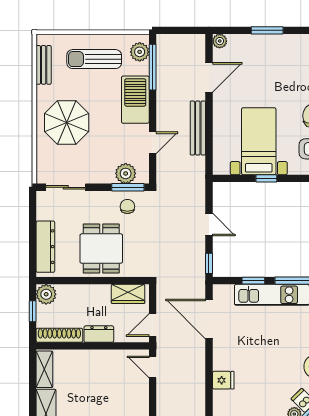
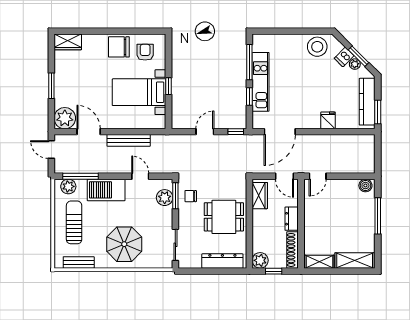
door: (186, 30) -> (51, 150), added
plant: (220, 41) -> (65, 118), width x1.88, depth x1.88
sun lounger: (94, 59) -> (74, 222), turned 180

